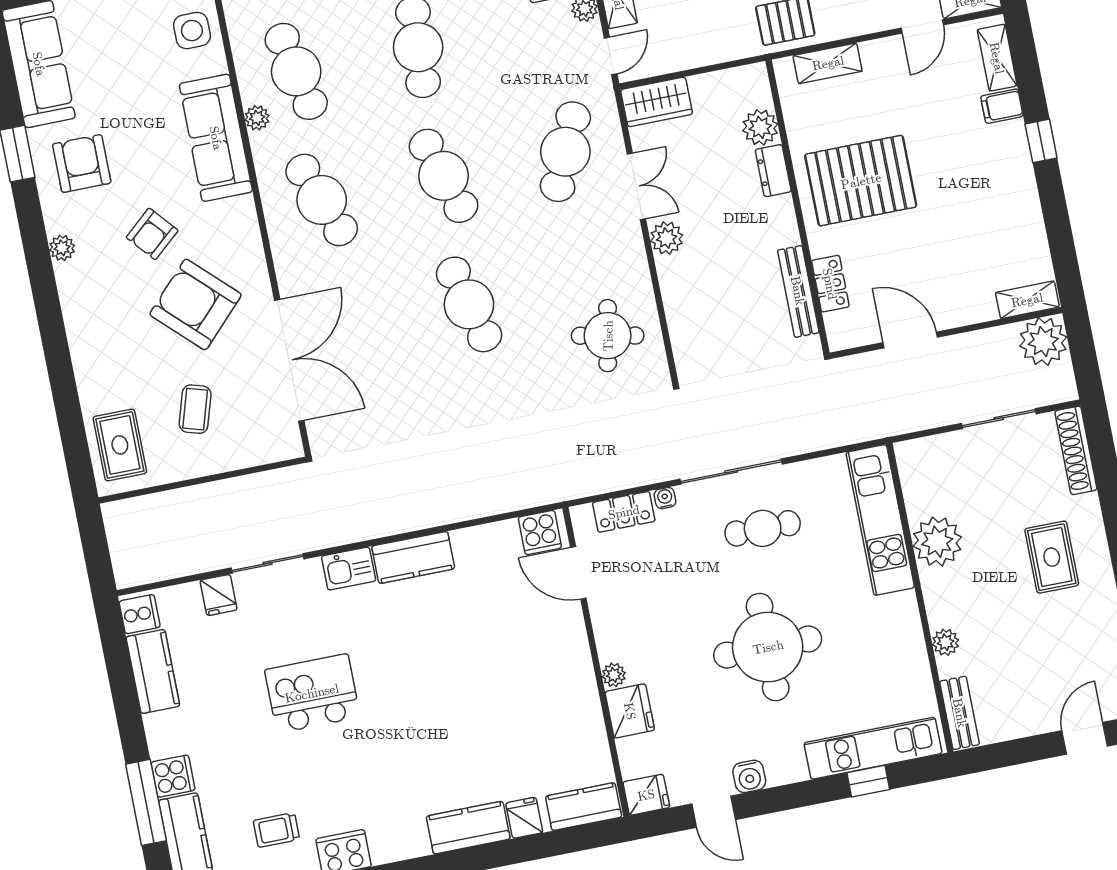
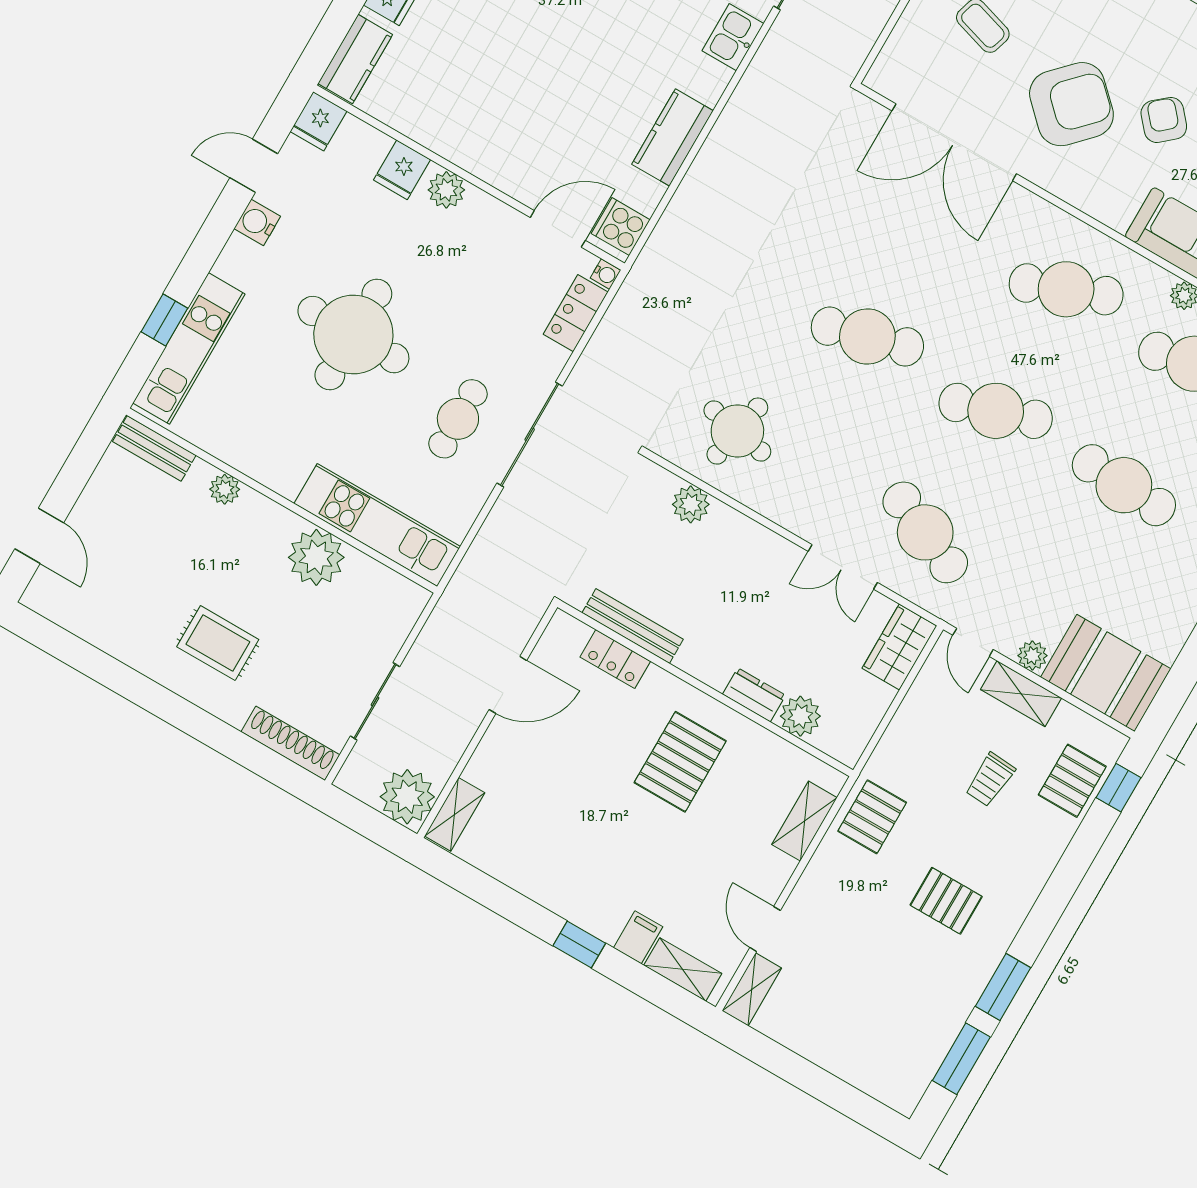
pallet: (861, 181) -> (680, 762), width x0.73, depth x0.71
plant: (667, 238) -> (691, 504), moved
water cooler: (665, 498) -> (606, 274), moved
kitchen counter: (413, 557) -> (673, 137), moved
plant: (614, 675) -> (446, 190), width x1.38, depth x1.38
fridge: (630, 711) -> (402, 170), width x0.72

